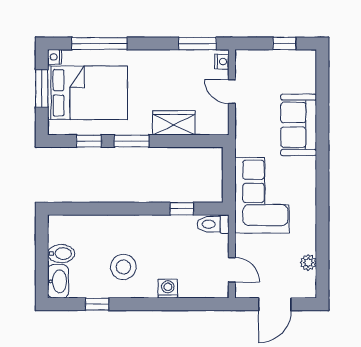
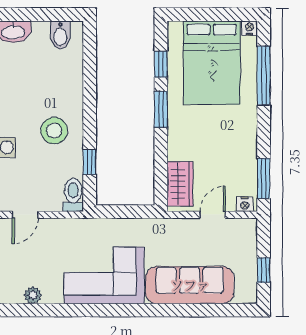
window: (42, 88) -> (216, 15), removed
wardrobe: (174, 123) -> (180, 184), moved
sofa: (299, 125) -> (190, 285), width x1.36
corner sofa: (262, 195) -> (104, 275), moved, turned 180
bidet: (61, 254) -> (60, 35), moved
stool: (123, 267) -> (54, 131), moved

